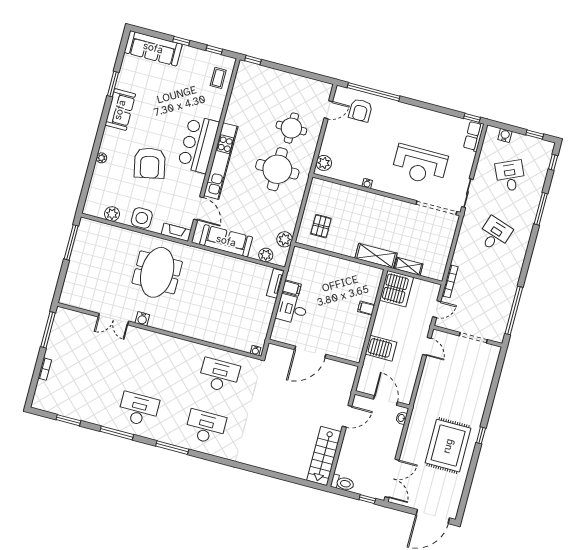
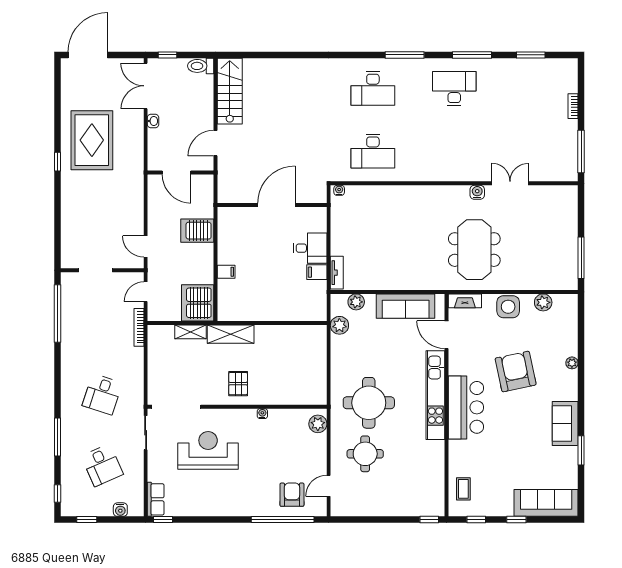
pallet: (321, 226) -> (238, 384), moved
desk: (139, 409) -> (454, 88), turned 180
washbasin: (401, 418) -> (153, 121), moved

